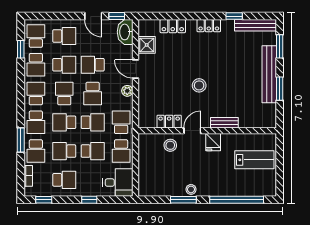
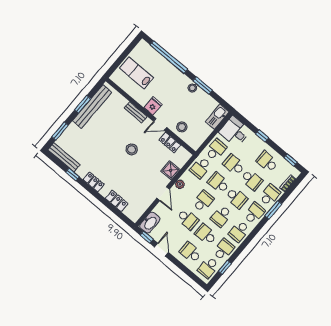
shower: (147, 45) -> (171, 170), moved
bench: (269, 74) -> (92, 106), moved
kitchen sink: (146, 182) -> (217, 117), added

